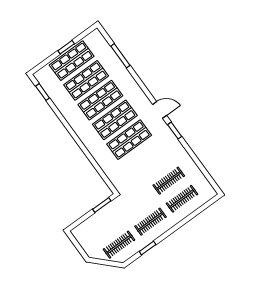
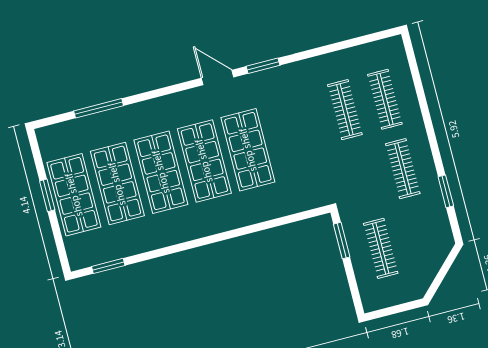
door: (160, 110) -> (217, 78), hinge flipped
clothes rail: (119, 245) -> (381, 248), moved

